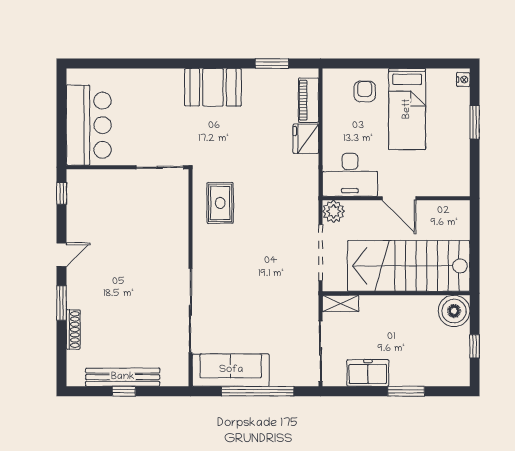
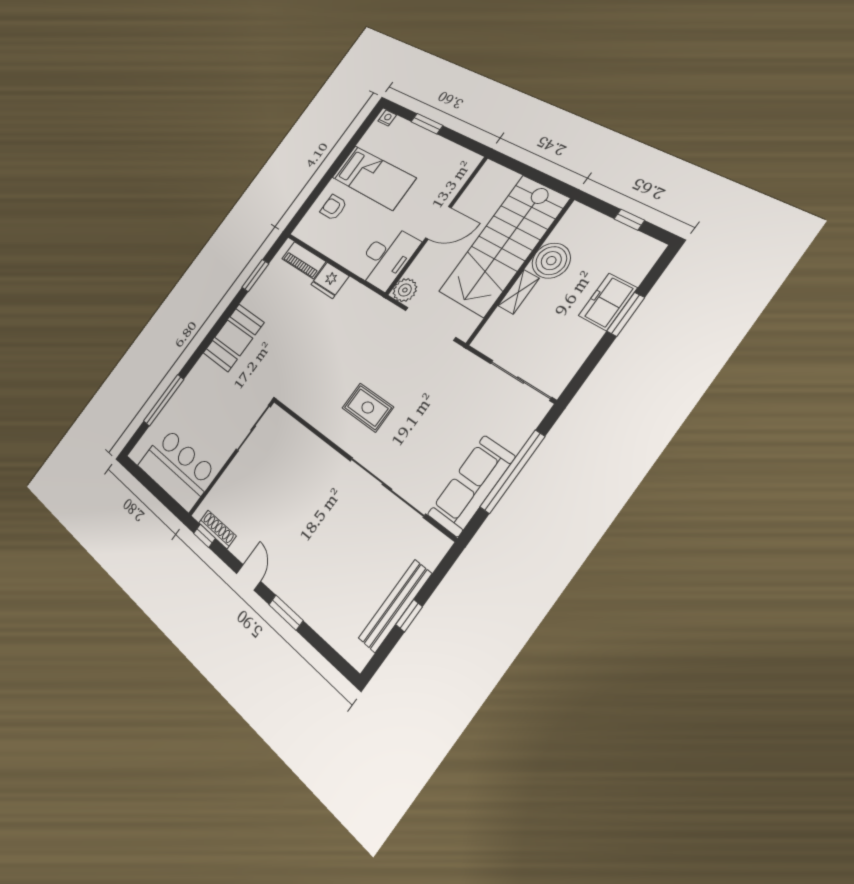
window: (128, 64) -> (164, 400), added
rug: (220, 203) -> (368, 408), moved
shelving: (341, 303) -> (519, 292), moved
boiler: (454, 311) -> (551, 261), moved
shoe rack: (73, 329) -> (217, 529), moved
freezer: (368, 373) -> (608, 302), moved

